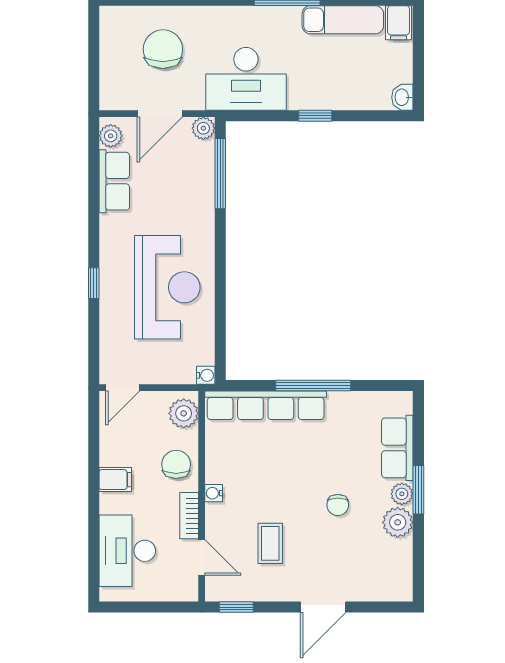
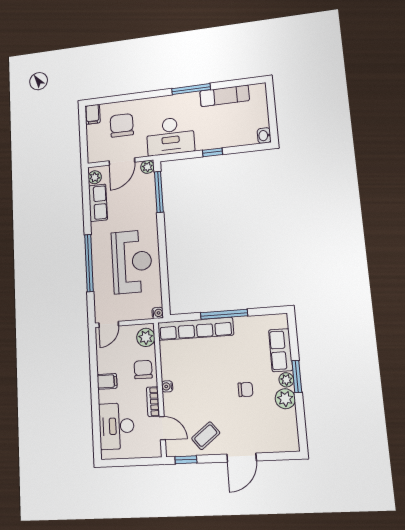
filing cabinet: (398, 23) -> (93, 114), moved
window: (94, 283) -> (89, 263), width x3.17
chair: (338, 505) -> (245, 389), turned -90
coffee table: (270, 543) -> (206, 436), moved, turned 52

